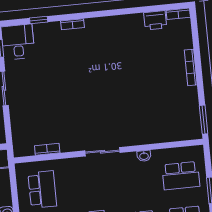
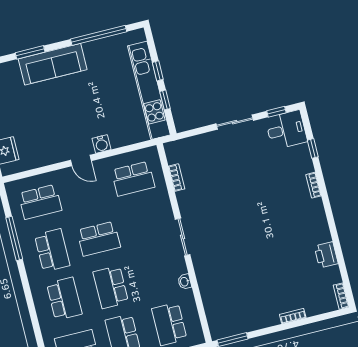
printer: (155, 20) -> (326, 255), moved
bookcase: (191, 67) -> (293, 316), width x0.64

